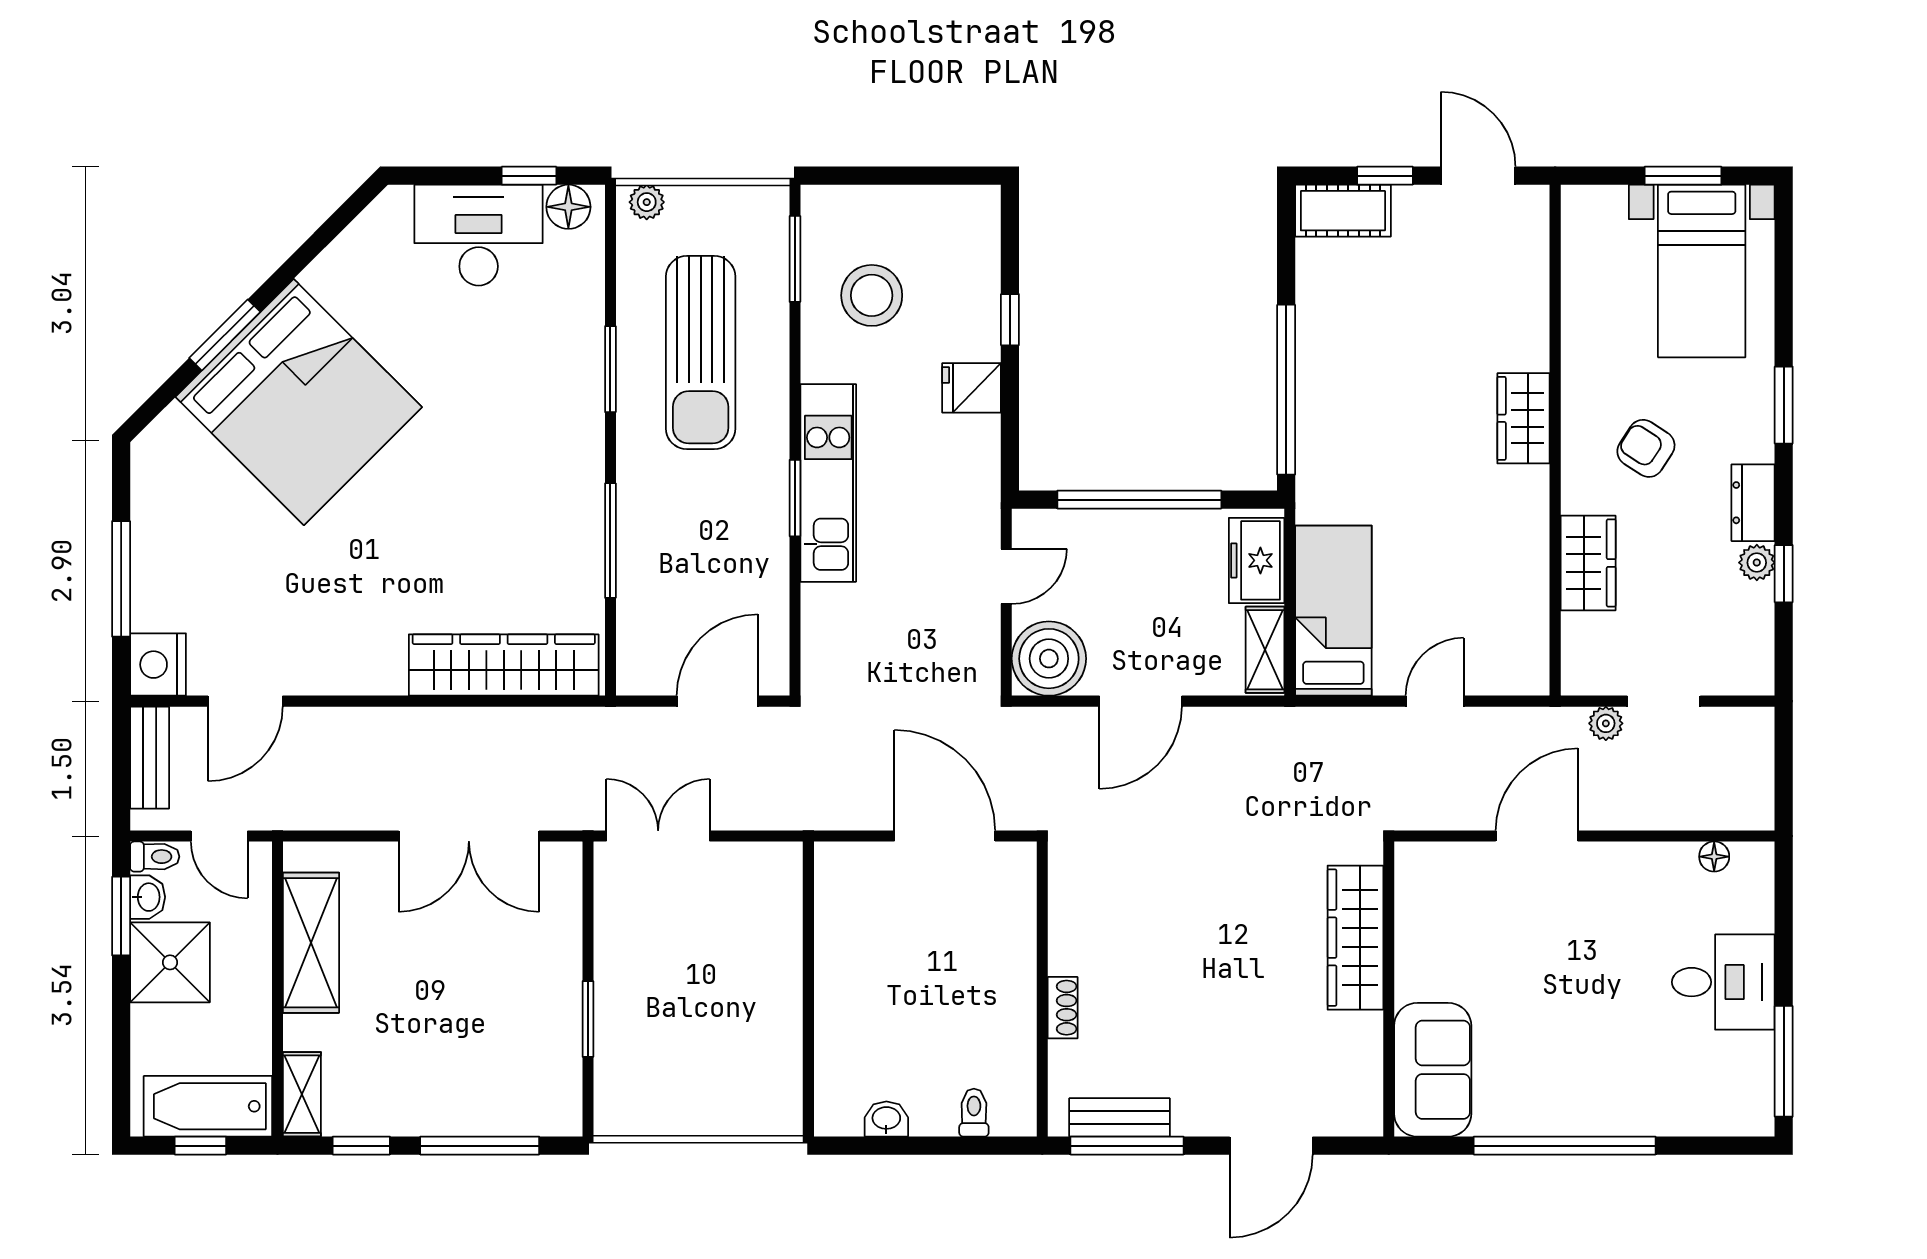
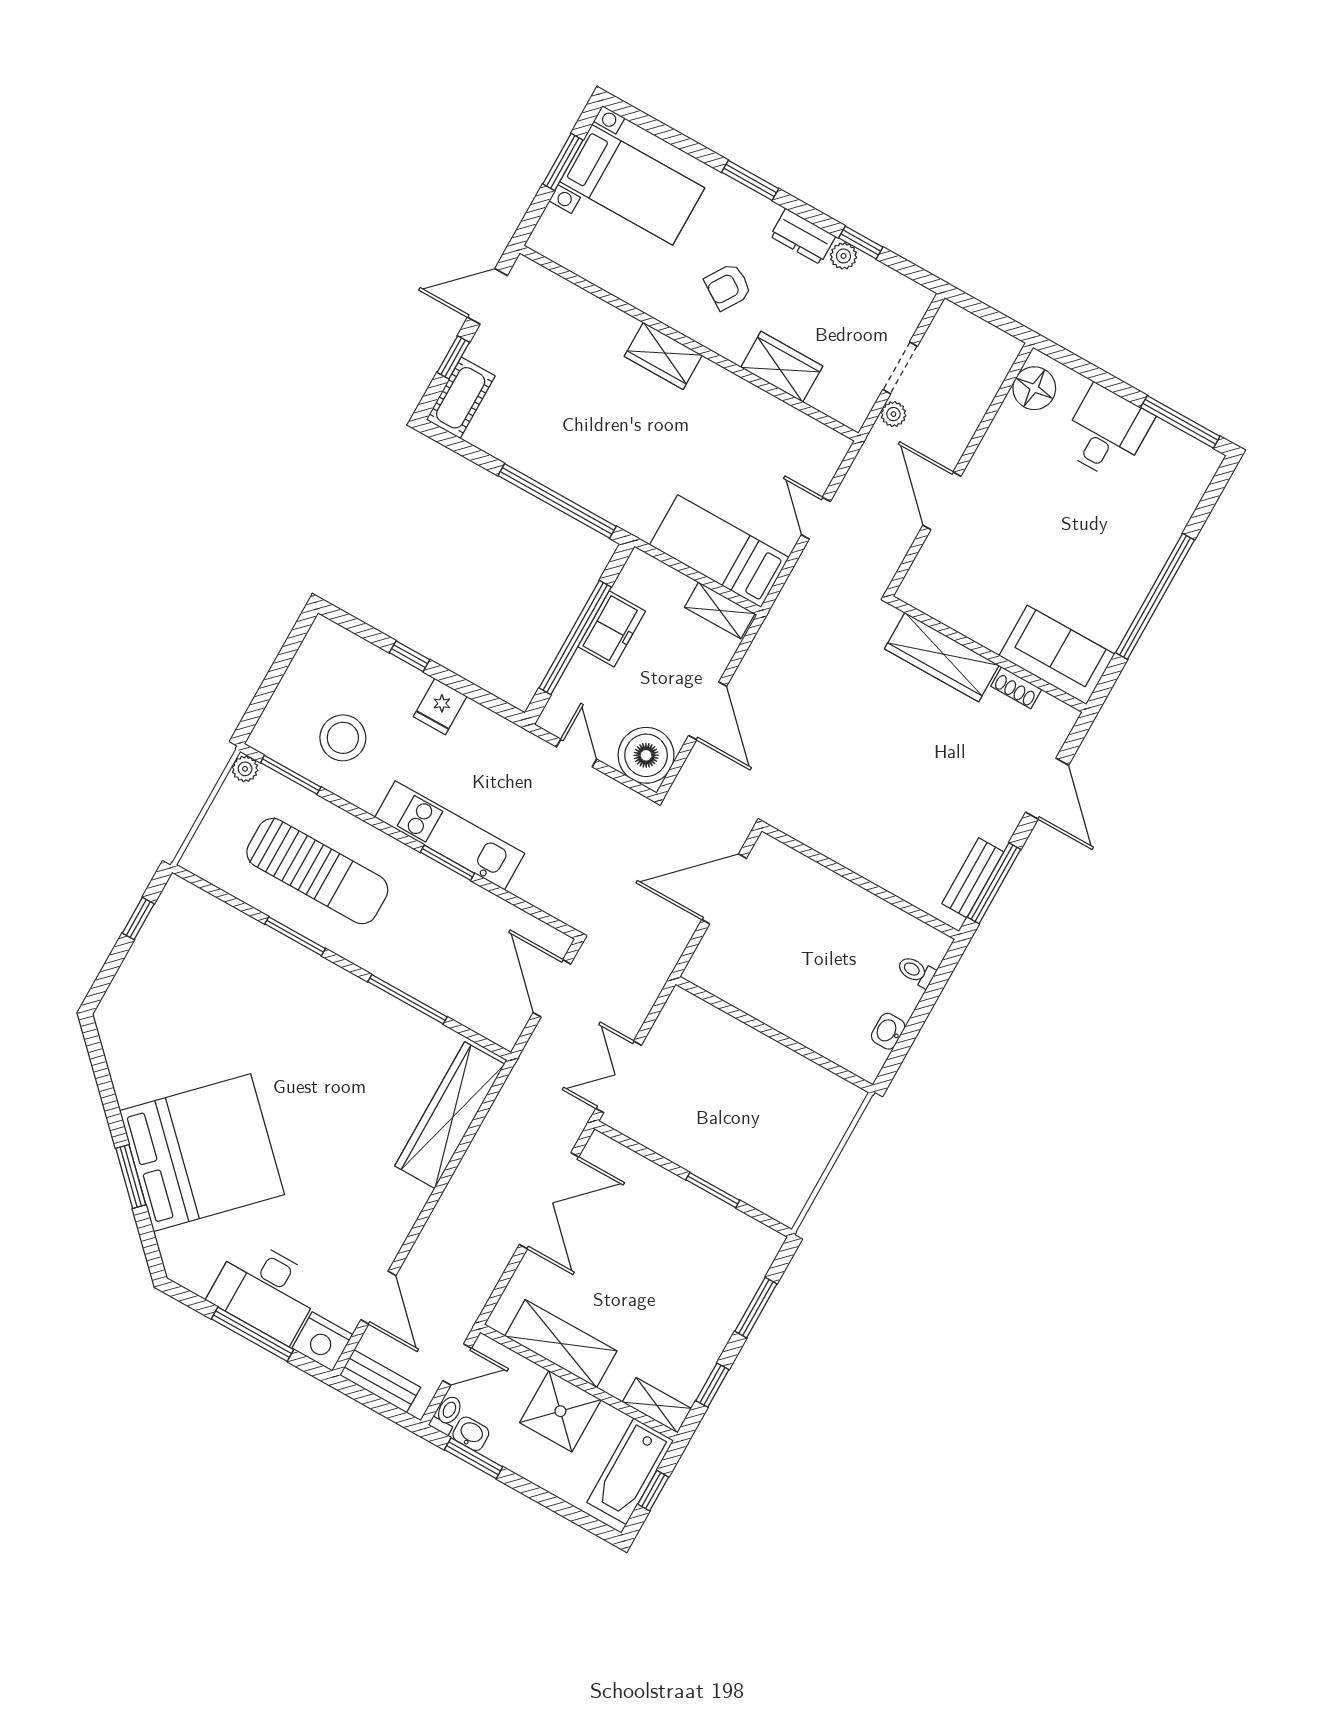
plant: (647, 202) -> (245, 769), moved
floor lamp: (568, 207) -> (173, 904), removed
desk: (479, 235) -> (266, 1290), moved, turned -90
freezer: (1257, 560) -> (612, 629), moved, turned -90
floor lamp: (1714, 857) -> (1034, 388), width x1.89, depth x1.89
shower: (170, 962) -> (560, 1411), moved
shoe rack: (1063, 1008) -> (1016, 688), moved, turned 180
window: (480, 1146) -> (756, 1308), width x0.69

